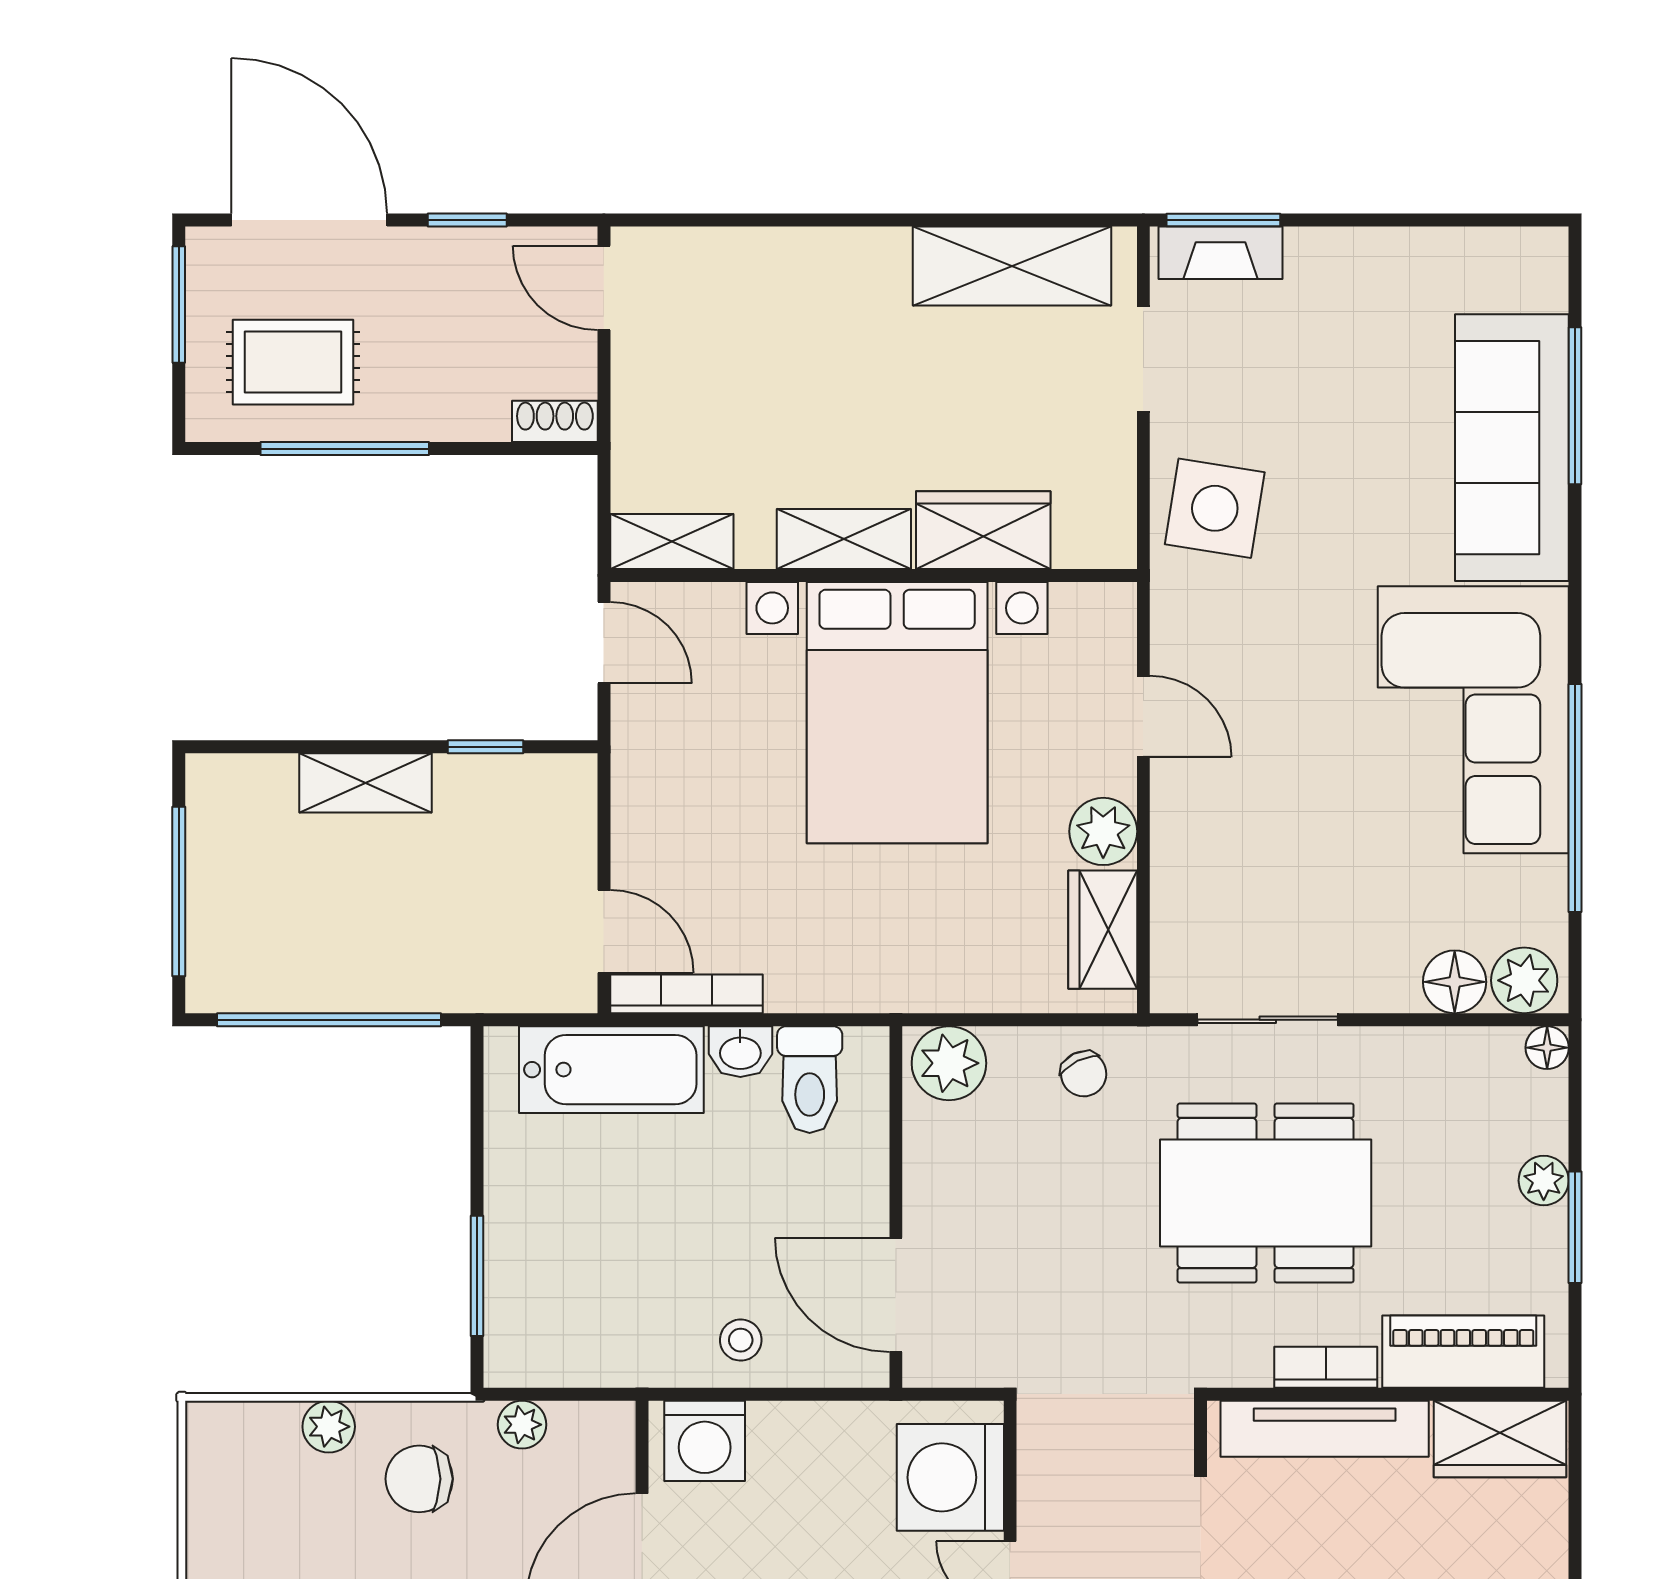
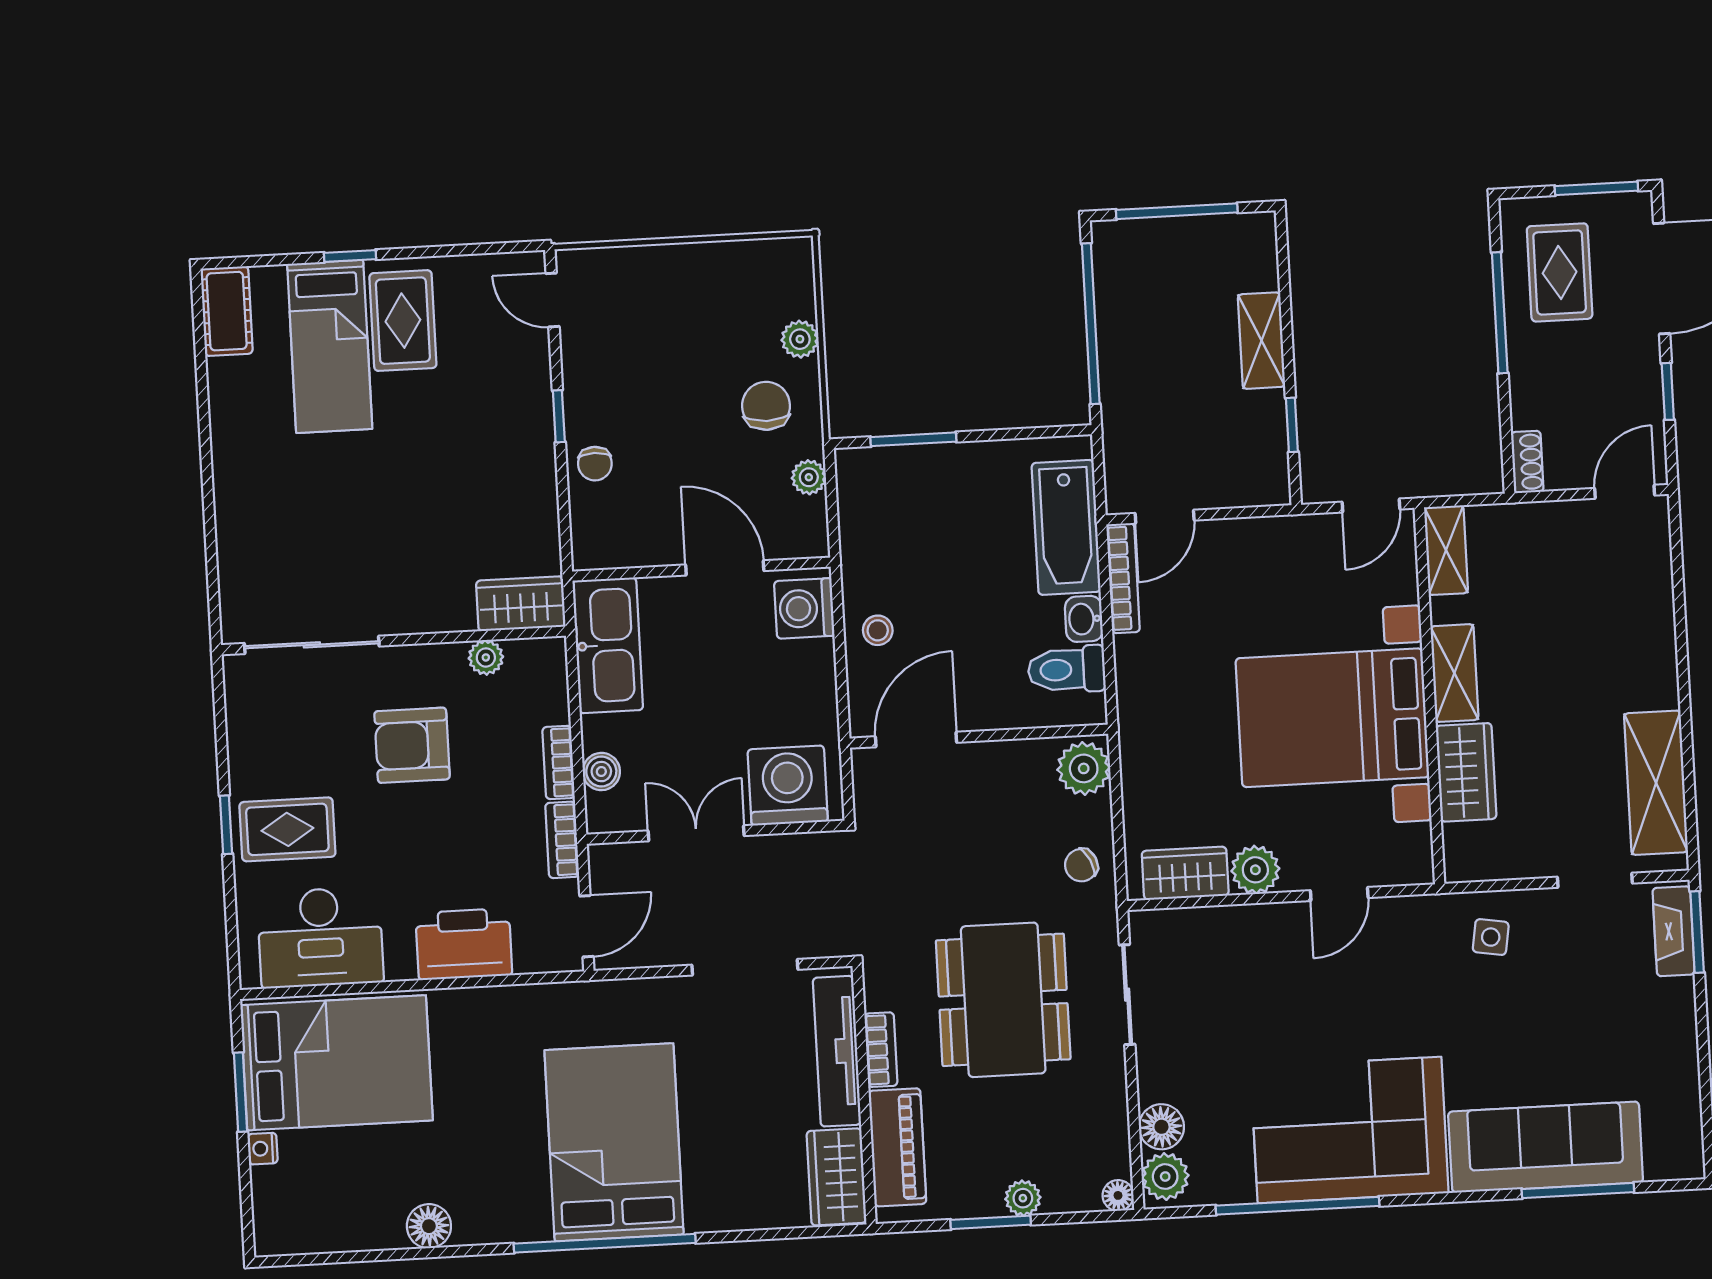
side table: (1215, 508) -> (1491, 937), width x0.54, depth x0.54

